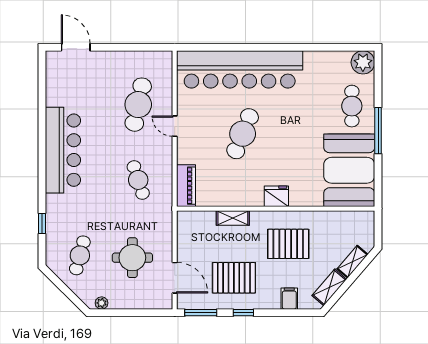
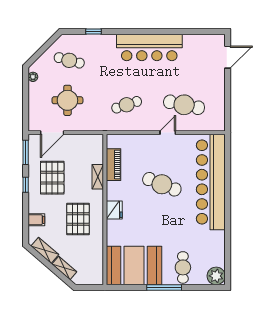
cafe table: (352, 106) -> (183, 267), turned 90
piano: (186, 186) -> (113, 165), moved, turned -90

